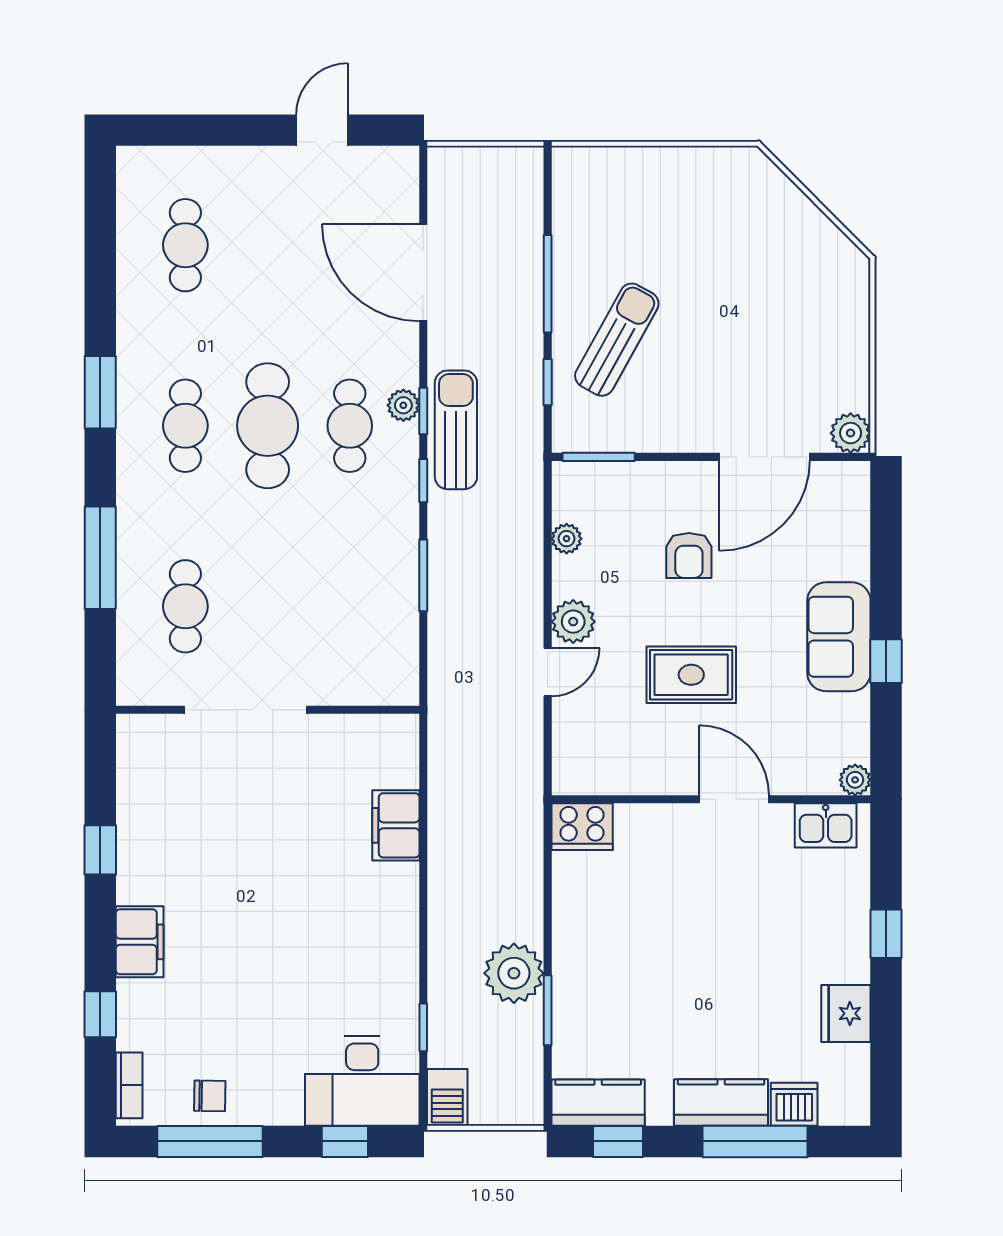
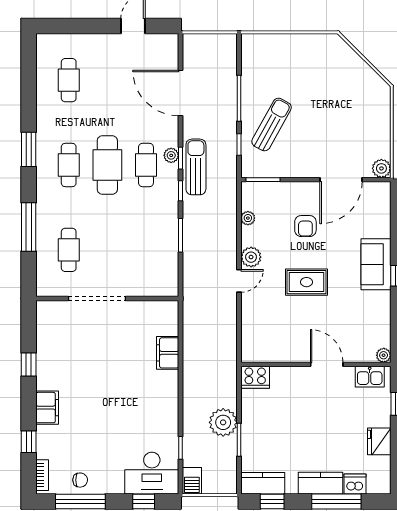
plant: (855, 780) -> (384, 355), moved
wall: (711, 799) -> (316, 364), moved
door: (734, 799) -> (327, 364), moved
kitchen sink: (826, 825) -> (370, 377), moved
cooker: (582, 827) -> (255, 377), moved

